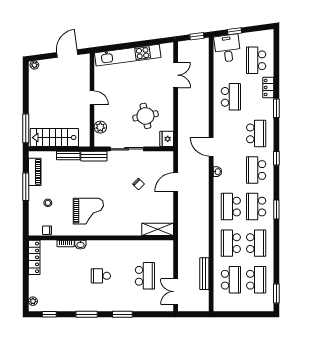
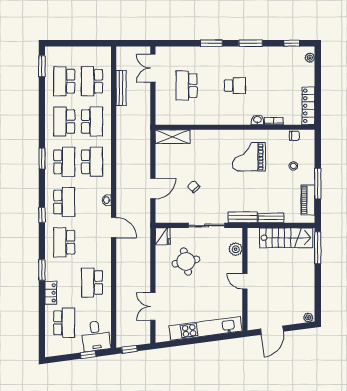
double door: (176, 292) -> (153, 68), swing flipped

